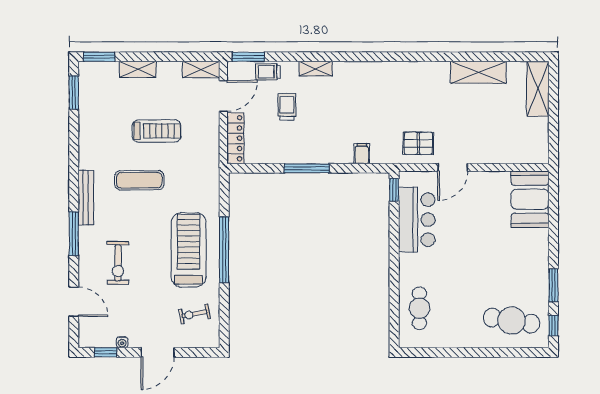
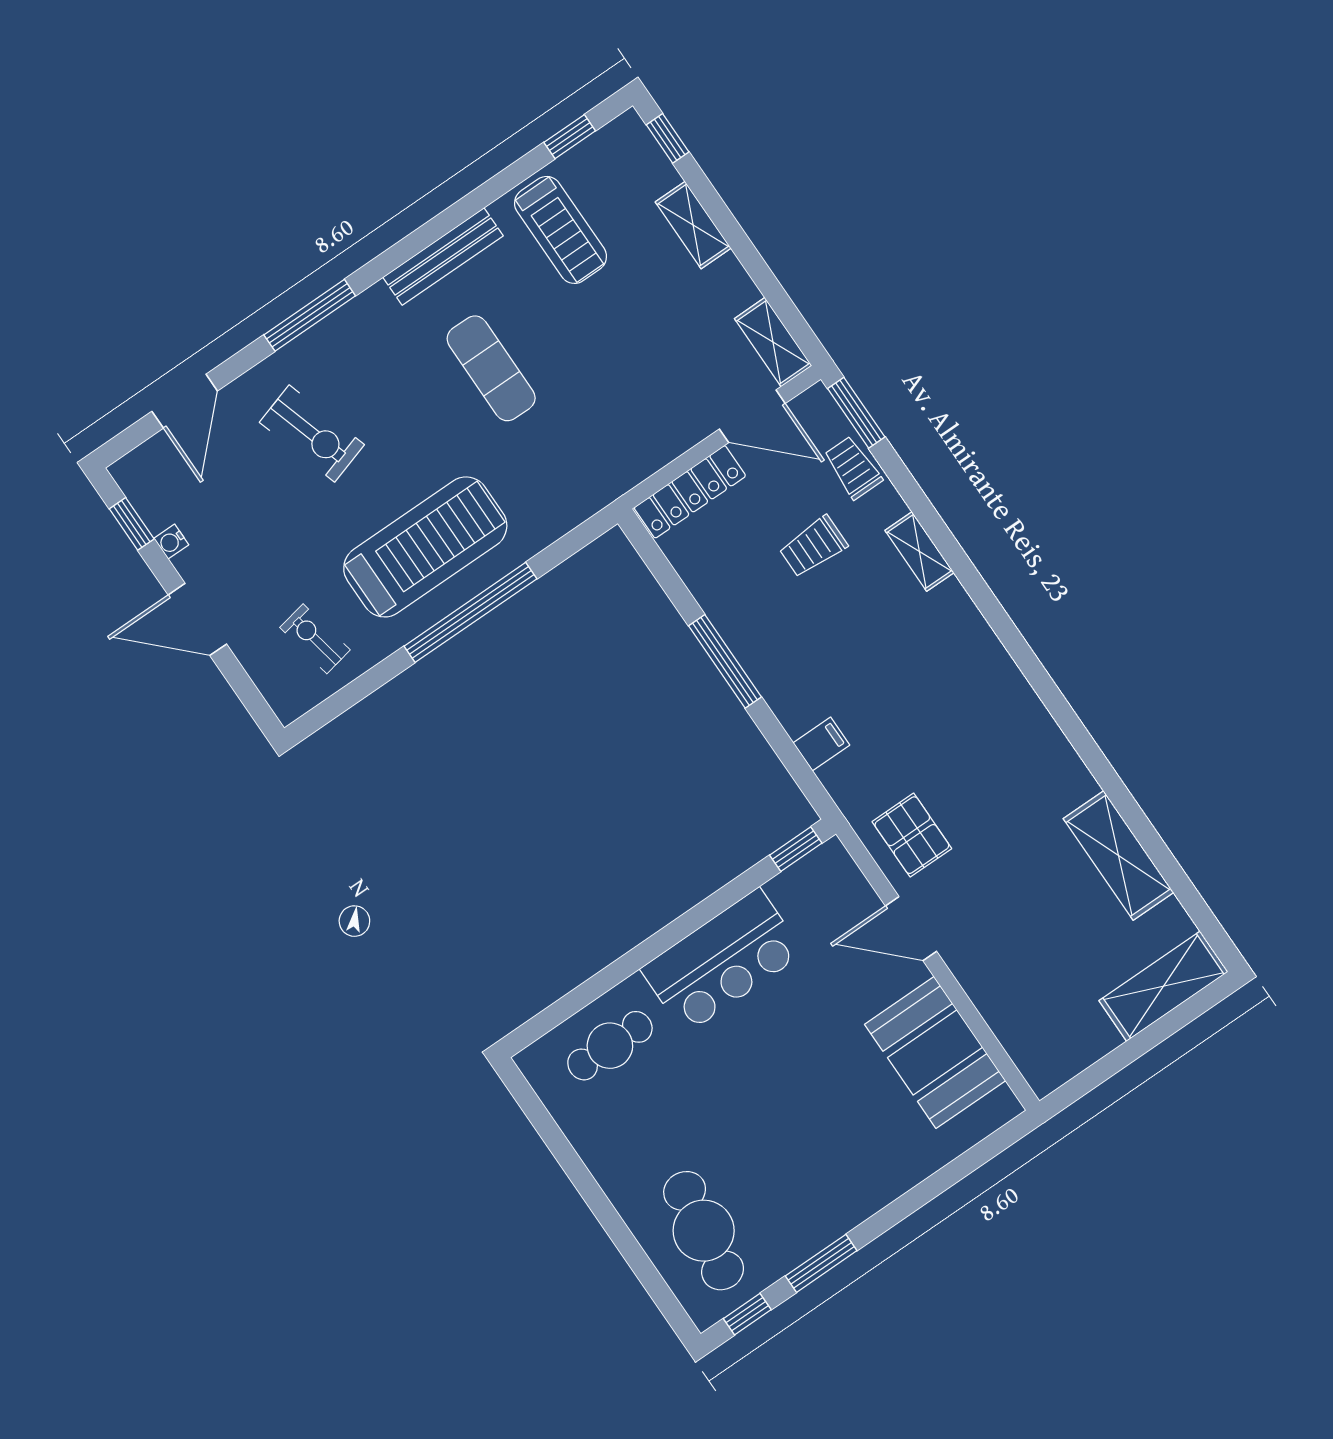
window: (99, 57) -> (668, 138), width x0.67
window: (74, 92) -> (570, 137), width x0.67
trolley: (287, 107) -> (813, 547), turned 180
treadmill: (157, 131) -> (561, 230), moved
bench: (86, 198) -> (443, 256), moved
booth: (530, 199) -> (935, 1052), moved, turned 90
bar counter: (417, 220) -> (722, 961), moved
exercise bike: (118, 263) -> (312, 433), turned -107

